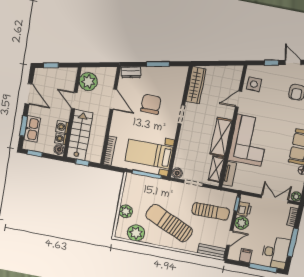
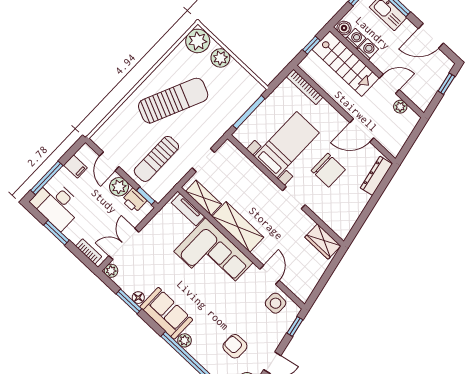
window: (271, 63) -> (295, 326), moved
window: (158, 64) -> (369, 208), removed
dresser: (131, 72) -> (376, 176), width x1.44
plant: (88, 82) -> (400, 107), width x0.53, depth x0.53
wardrobe: (196, 85) -> (323, 241), width x0.67
bed with nightstands: (149, 154) -> (287, 145), moved
boiler: (177, 173) -> (228, 149), removed
double door: (275, 199) -> (124, 244), swing flipped
plant: (136, 233) -> (198, 41), moved
window: (293, 243) -> (56, 233), width x0.69
bench: (212, 251) -> (107, 130), removed

